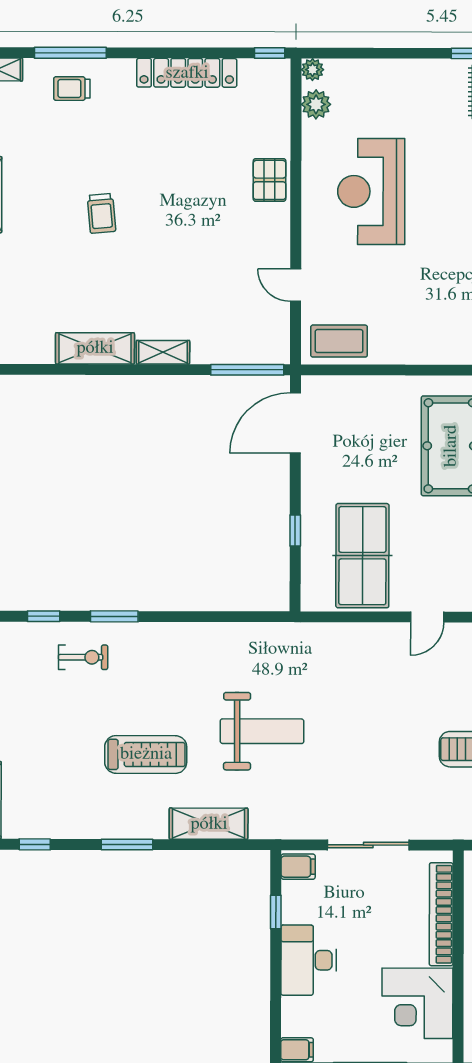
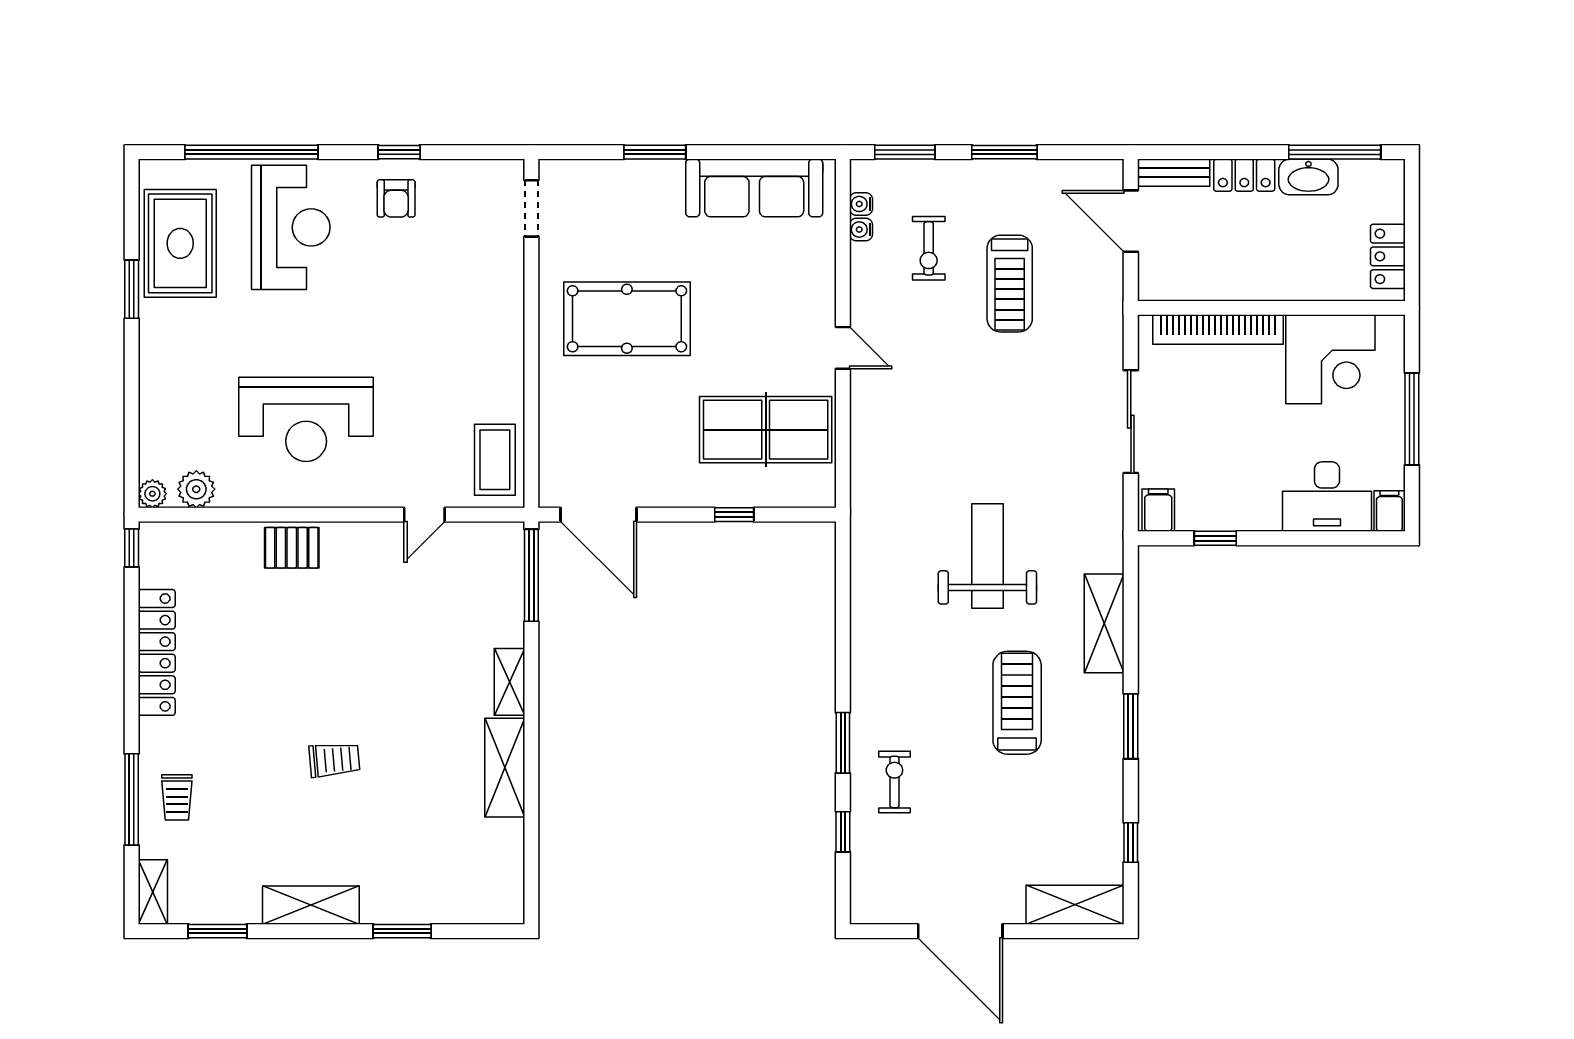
desk: (309, 960) -> (1327, 497), moved

